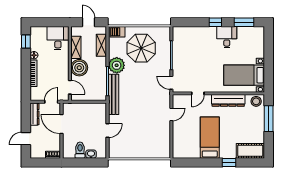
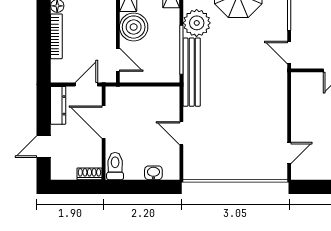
door: (171, 114) -> (289, 153), moved
door: (108, 131) -> (181, 133), swing flipped
toilet: (80, 150) -> (115, 166), moved

